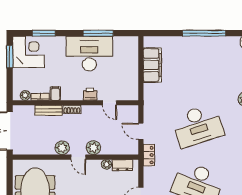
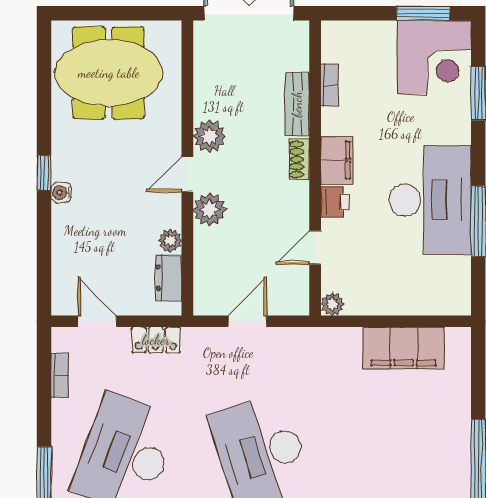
filing cabinet: (55, 93) -> (337, 160), moved, width x2.00
plant: (25, 95) -> (332, 304), moved
locker: (149, 155) -> (156, 340), moved

